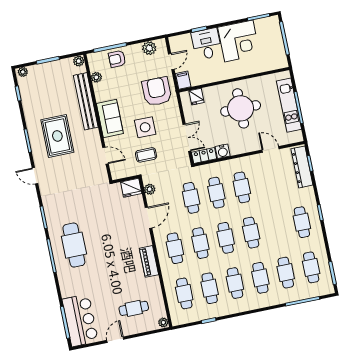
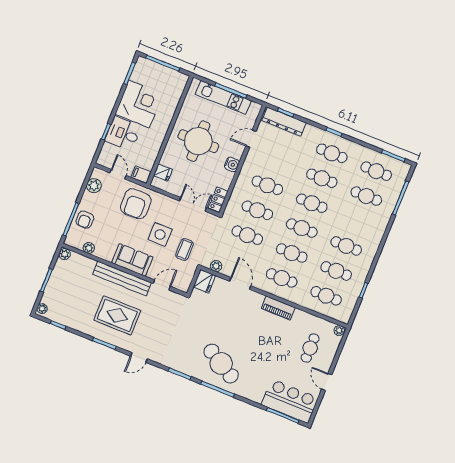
armchair: (157, 91) -> (136, 204), turned -90
bench: (86, 101) -> (122, 278), moved
water cooler: (223, 151) -> (232, 164), moved
cafe table: (74, 245) -> (221, 364), turned 30
cafe table: (260, 278) -> (322, 178), moved

